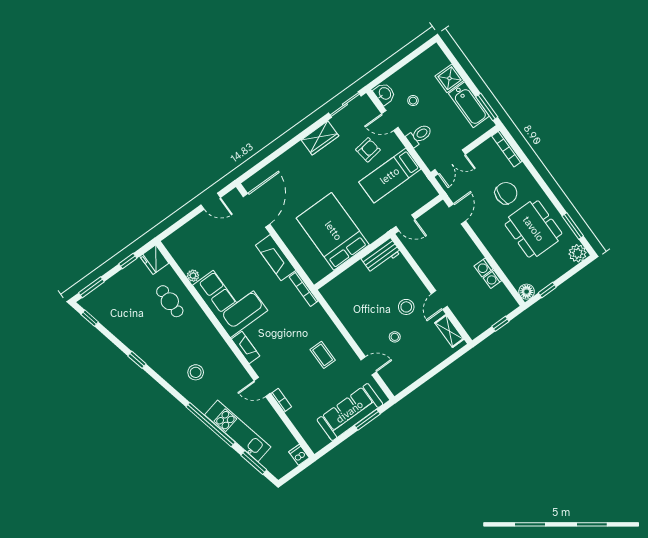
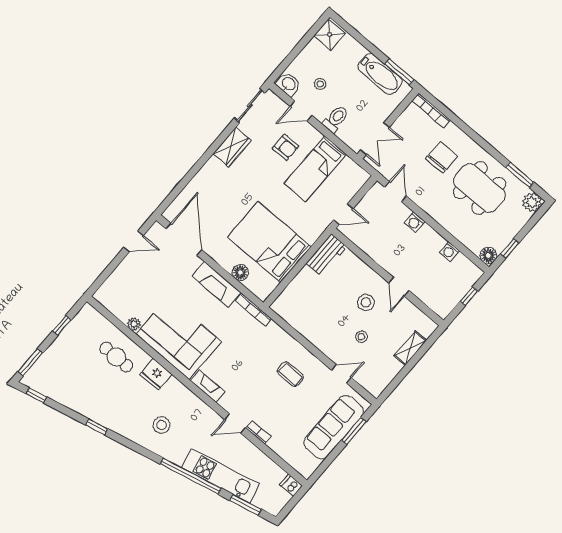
shower: (449, 78) -> (329, 35), moved
armchair: (368, 150) -> (286, 147), turned 98
floor lamp: (300, 252) -> (240, 272), added
fridge: (154, 260) -> (156, 374), moved
washing machine: (484, 268) -> (415, 222), moved
shelving: (449, 331) -> (410, 348), moved, turned 90

